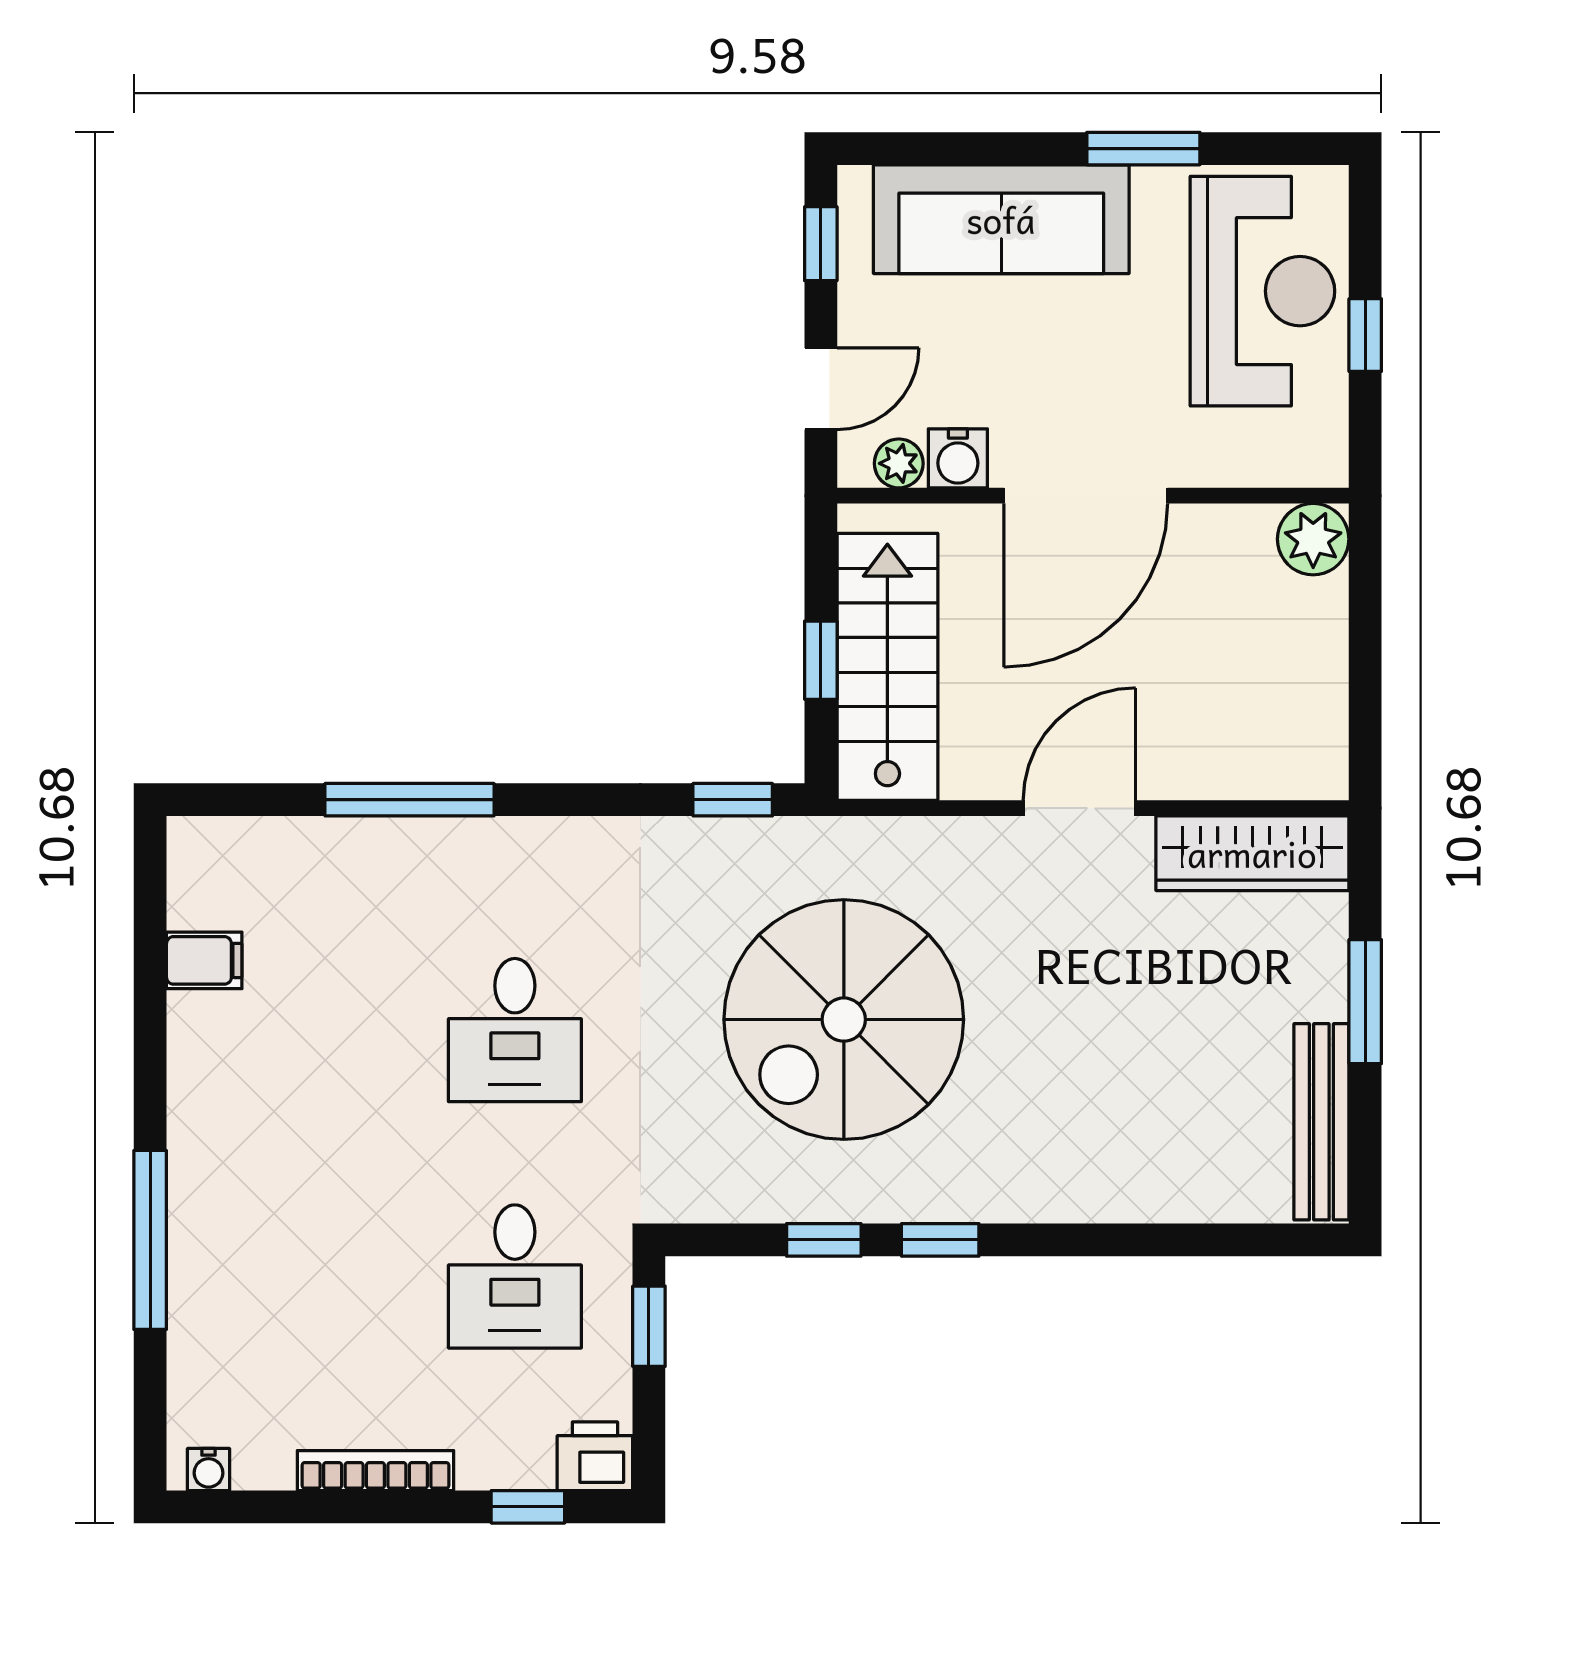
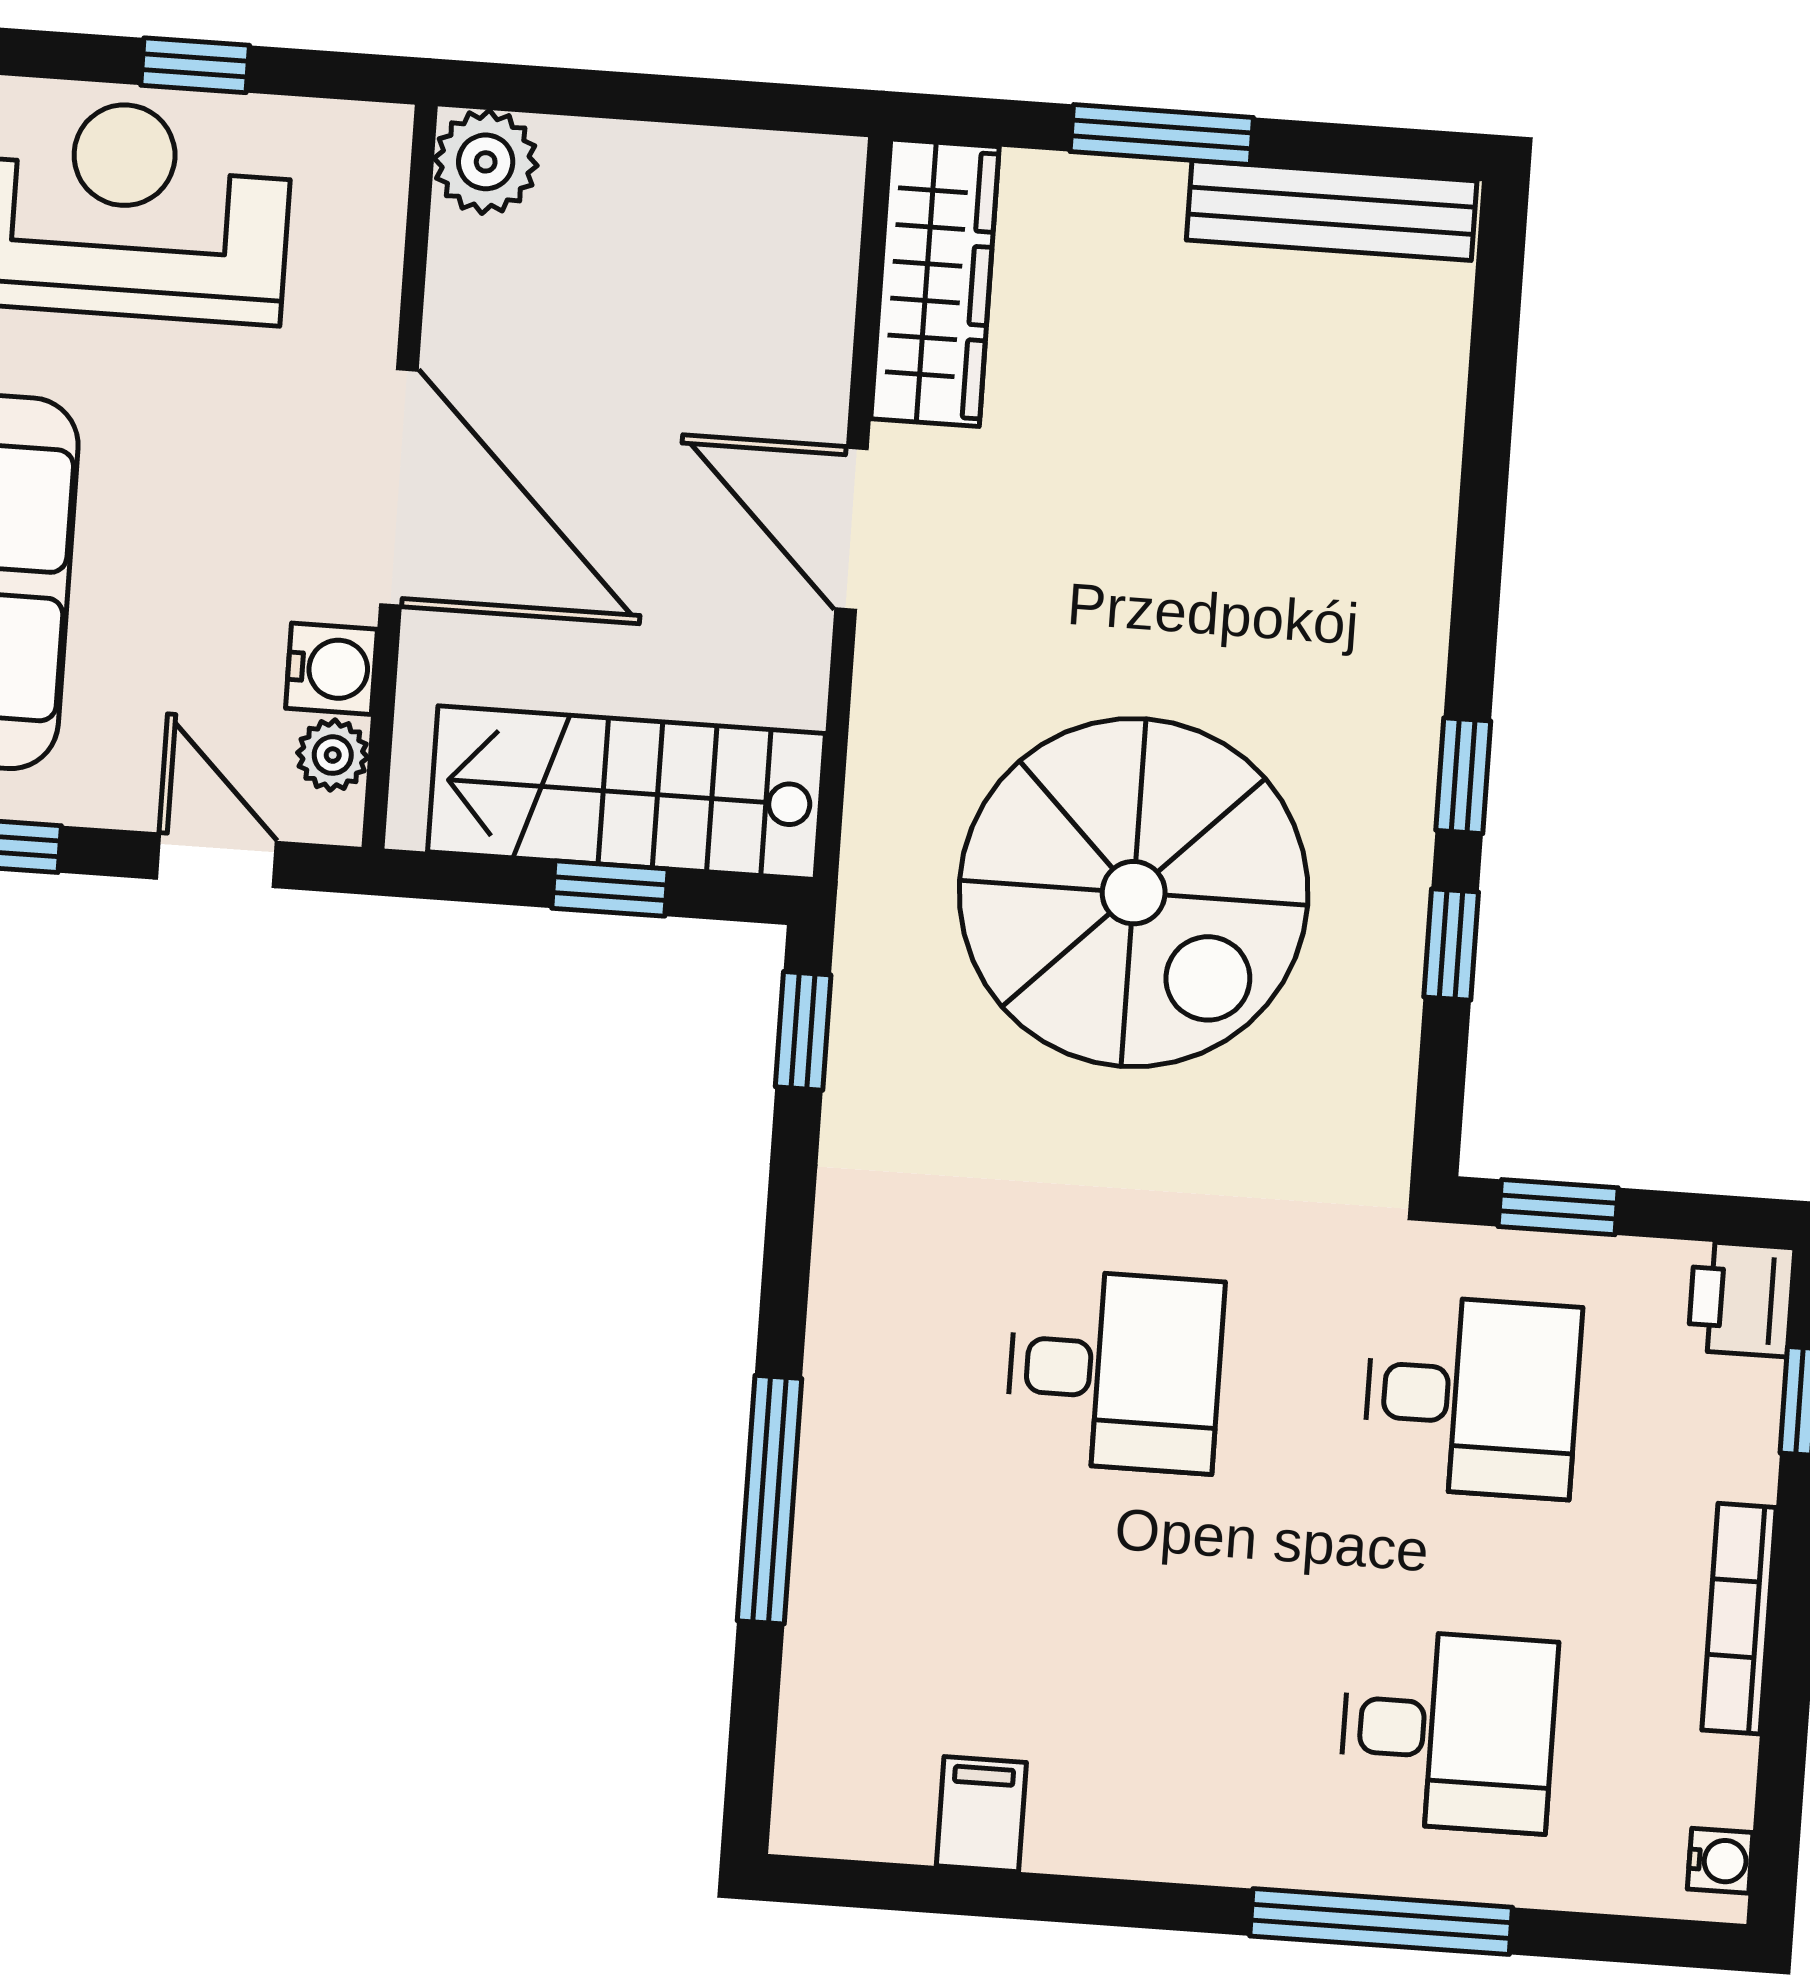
desk: (284, 1276) -> (1448, 1731), added

